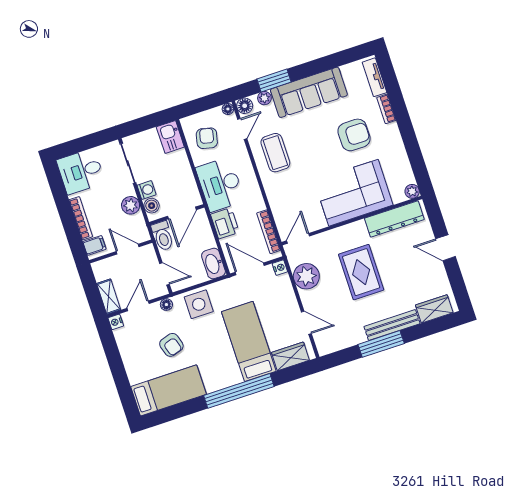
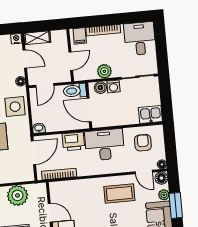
armchair: (207, 138) -> (143, 143), turned -103
door: (298, 238) -> (50, 213), moved
washbasin: (213, 264) -> (39, 128), width x0.52, depth x0.69
nightstand: (280, 268) -> (29, 176), removed

